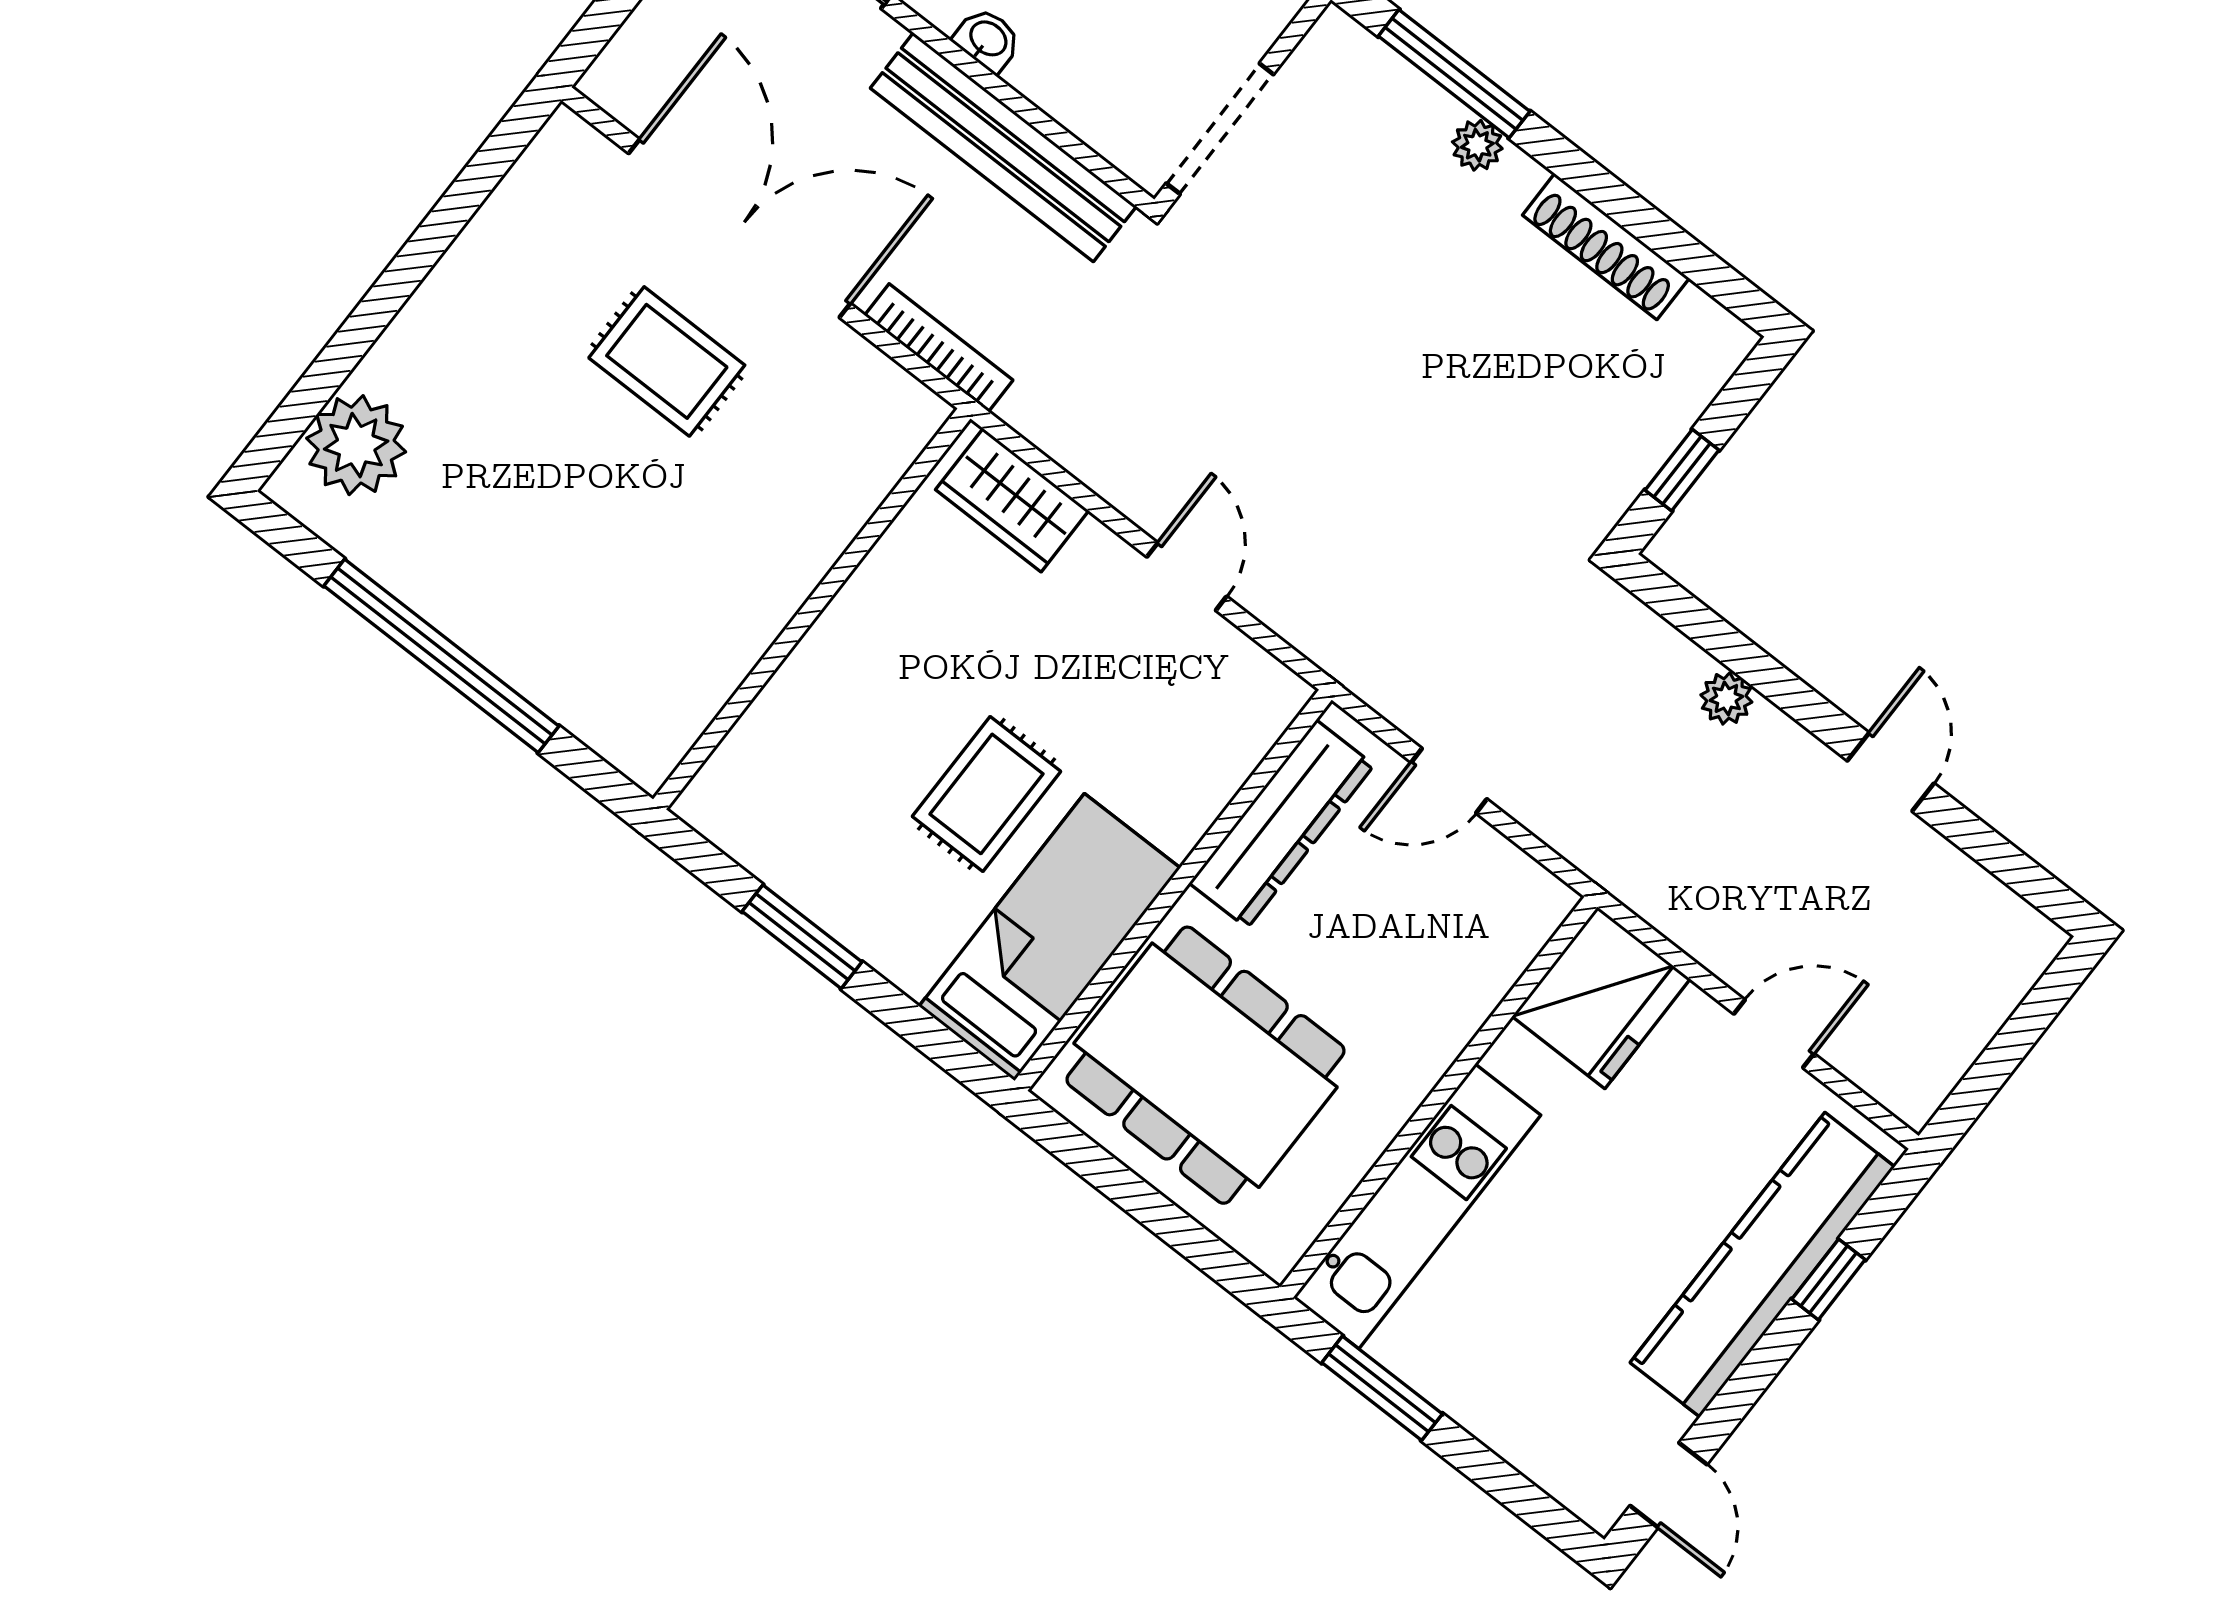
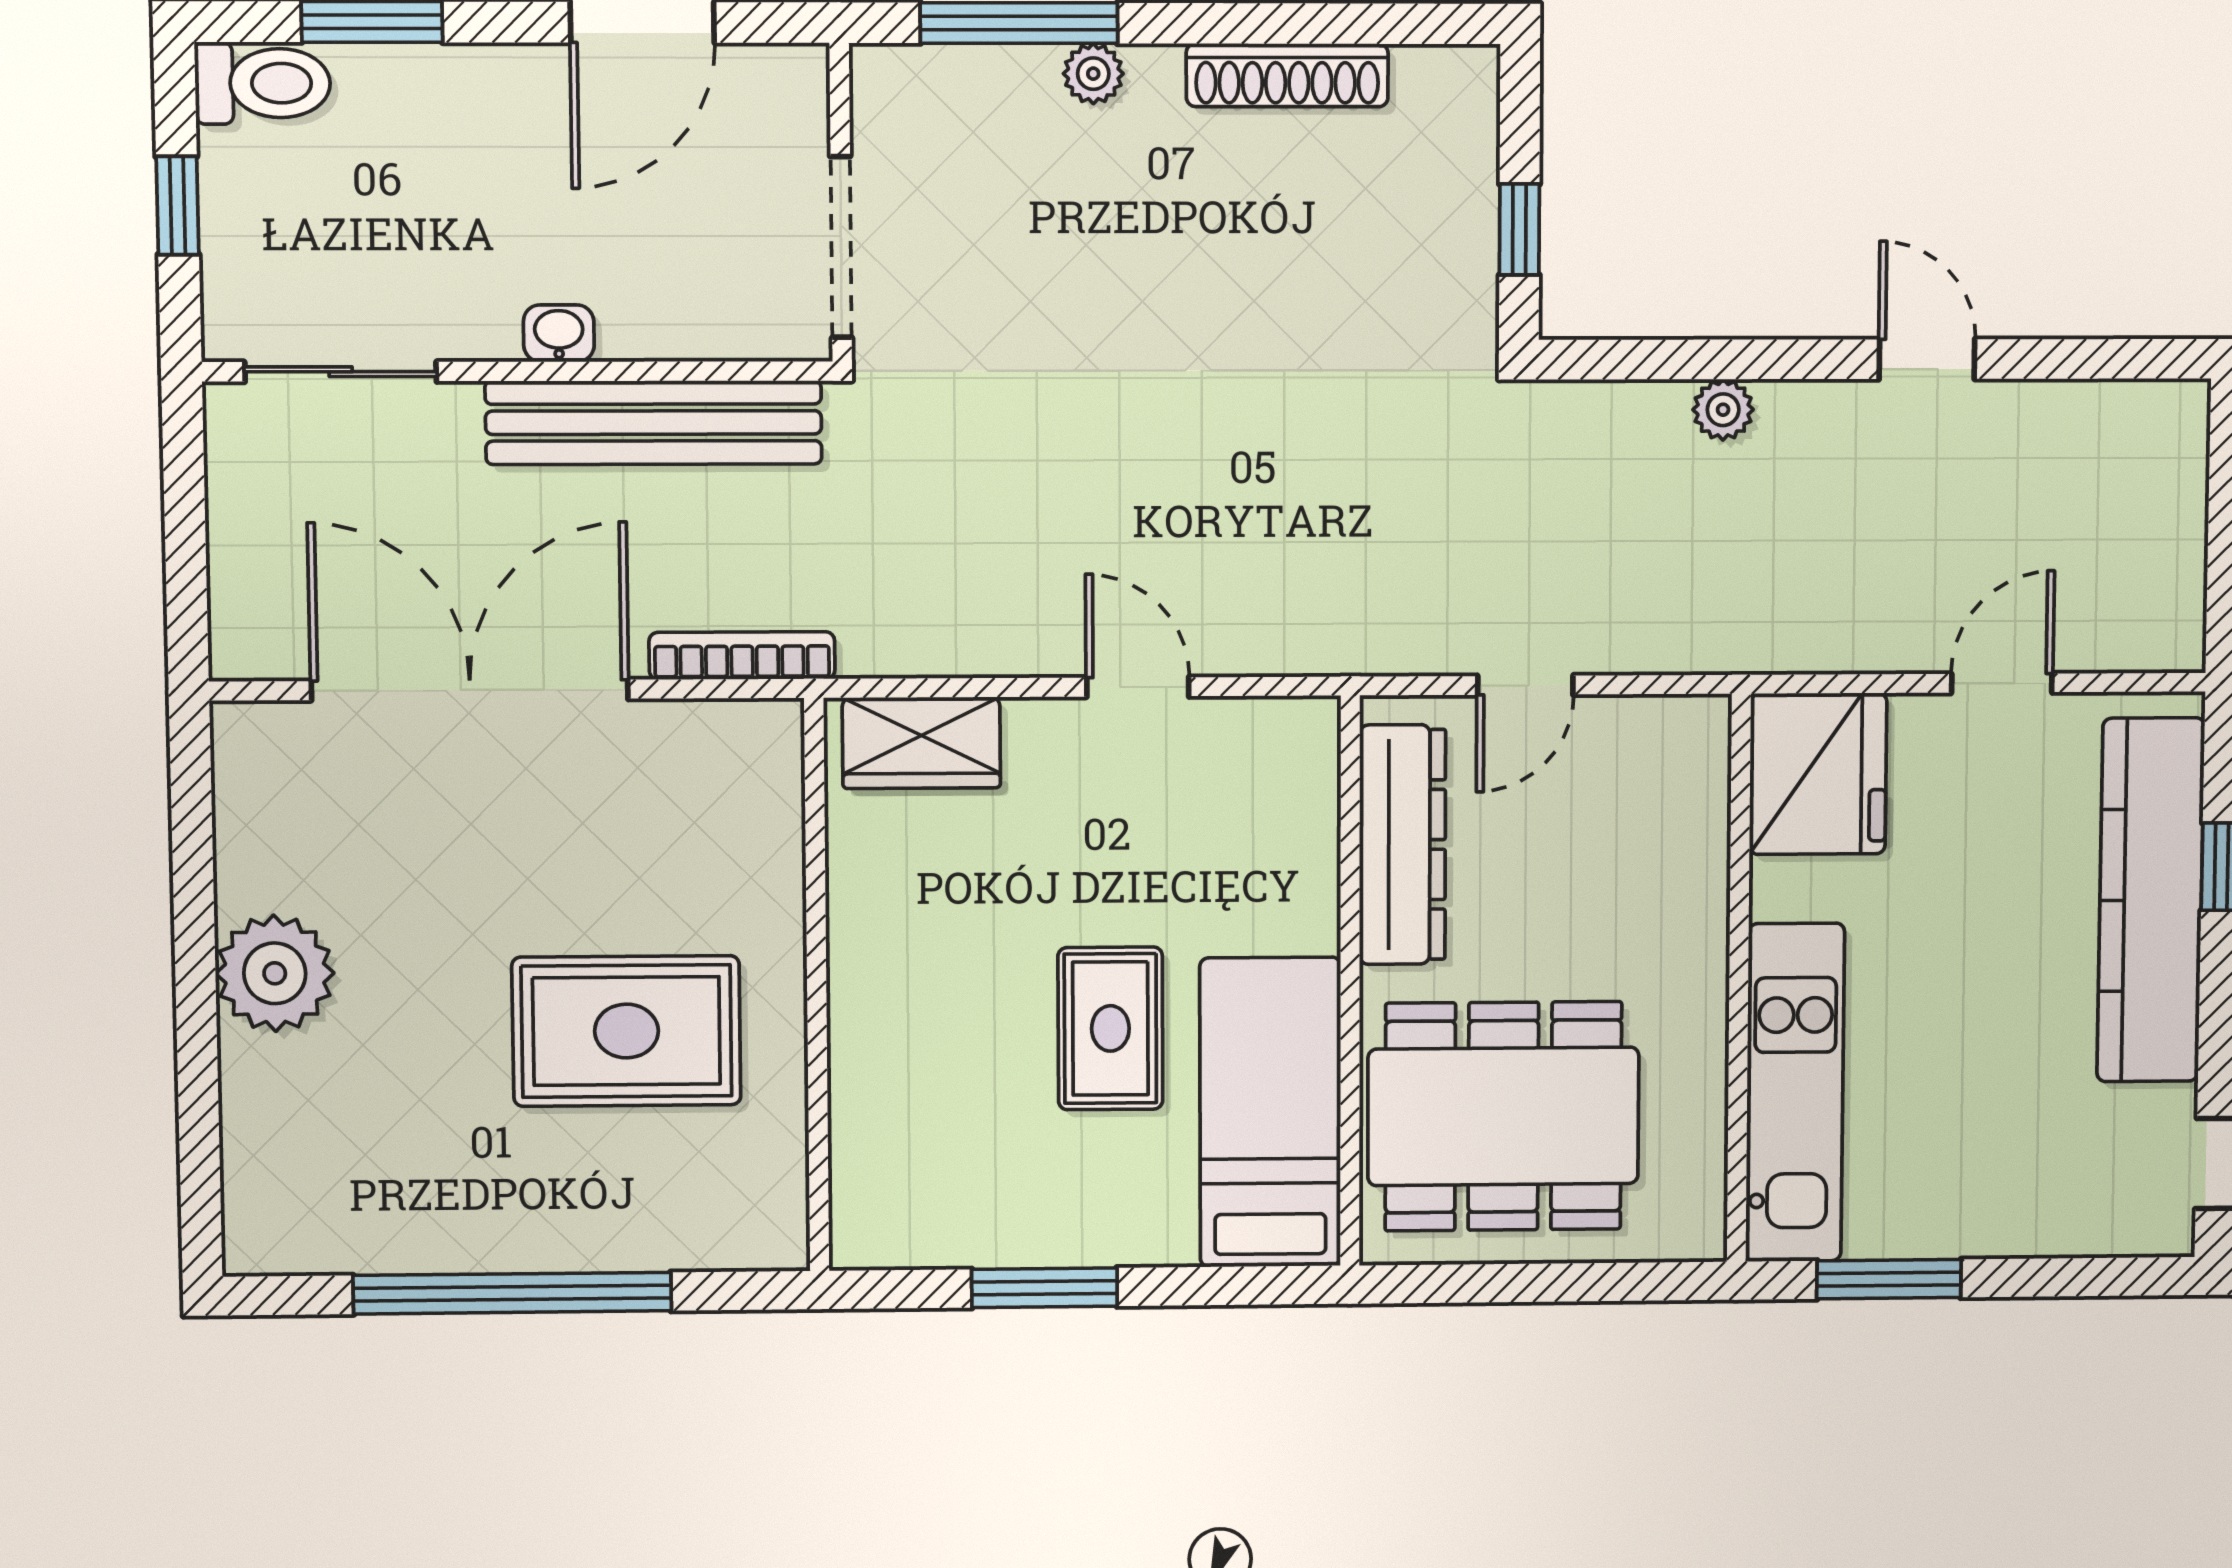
rug: (667, 361) -> (626, 1031), moved, width x1.36, depth x1.43
plant: (356, 445) -> (275, 973), moved

